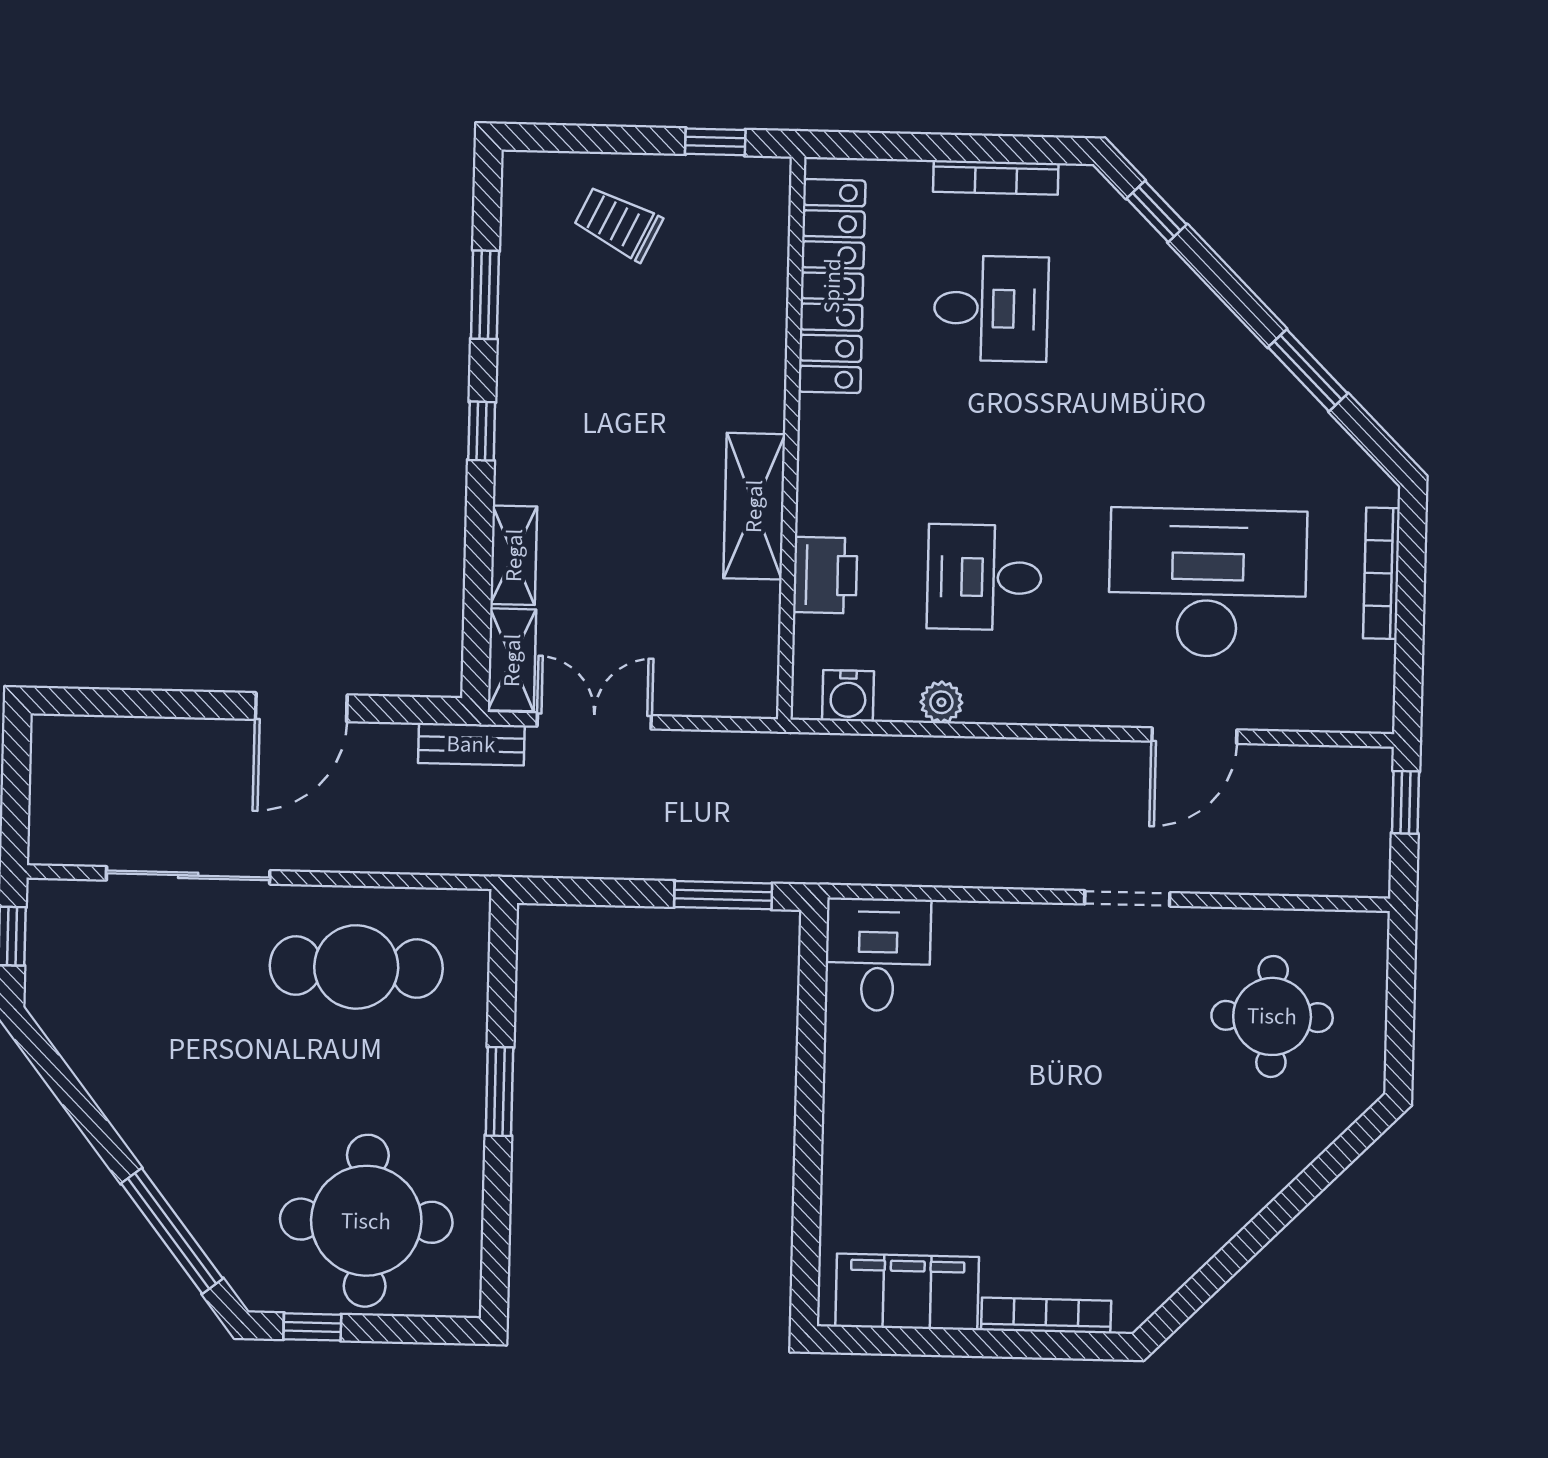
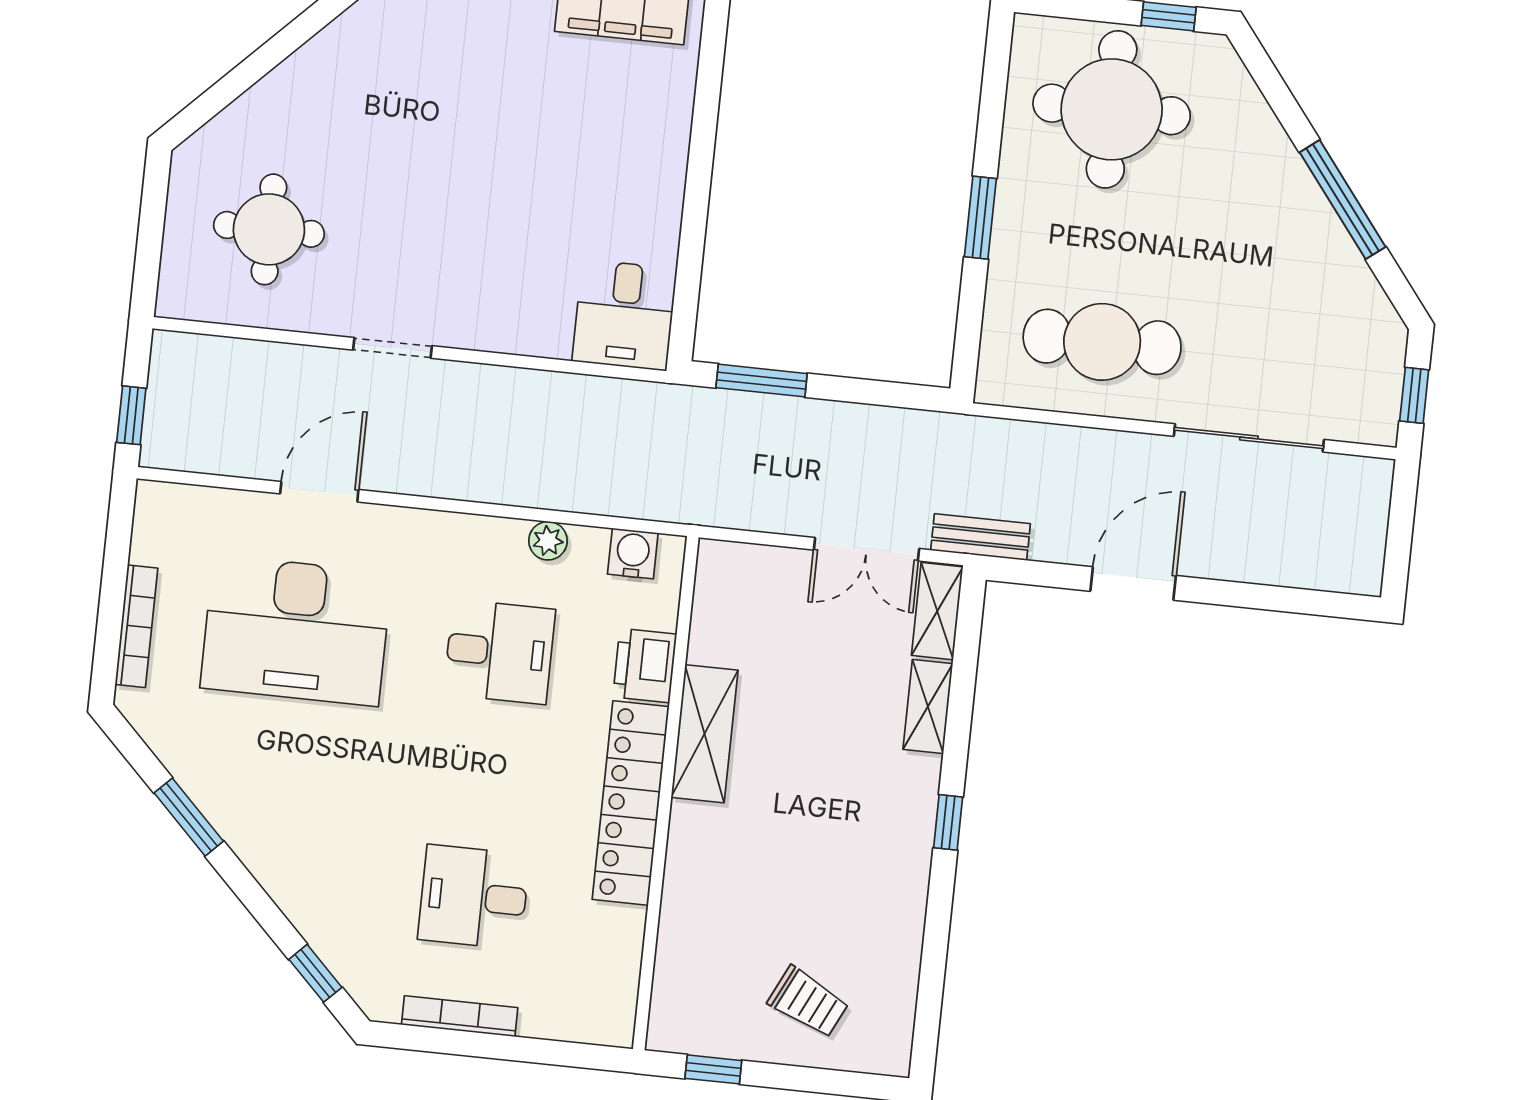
locker: (832, 286) -> (631, 803), moved
window: (485, 295) -> (935, 947), removed
window: (172, 1231) -> (1343, 200), moved

